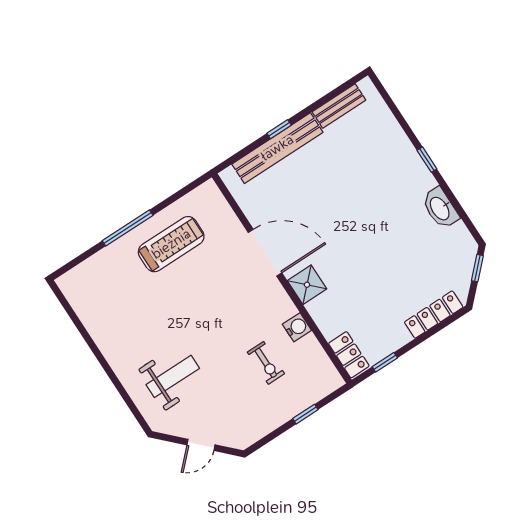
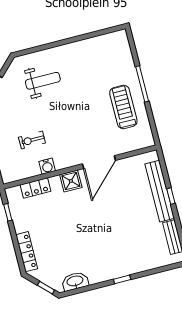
washbasin: (440, 208) -> (75, 281), moved
treadmill: (171, 244) -> (123, 107), turned 180
locker: (349, 355) -> (35, 188), moved
weight bench: (173, 376) -> (43, 81), turned -90

